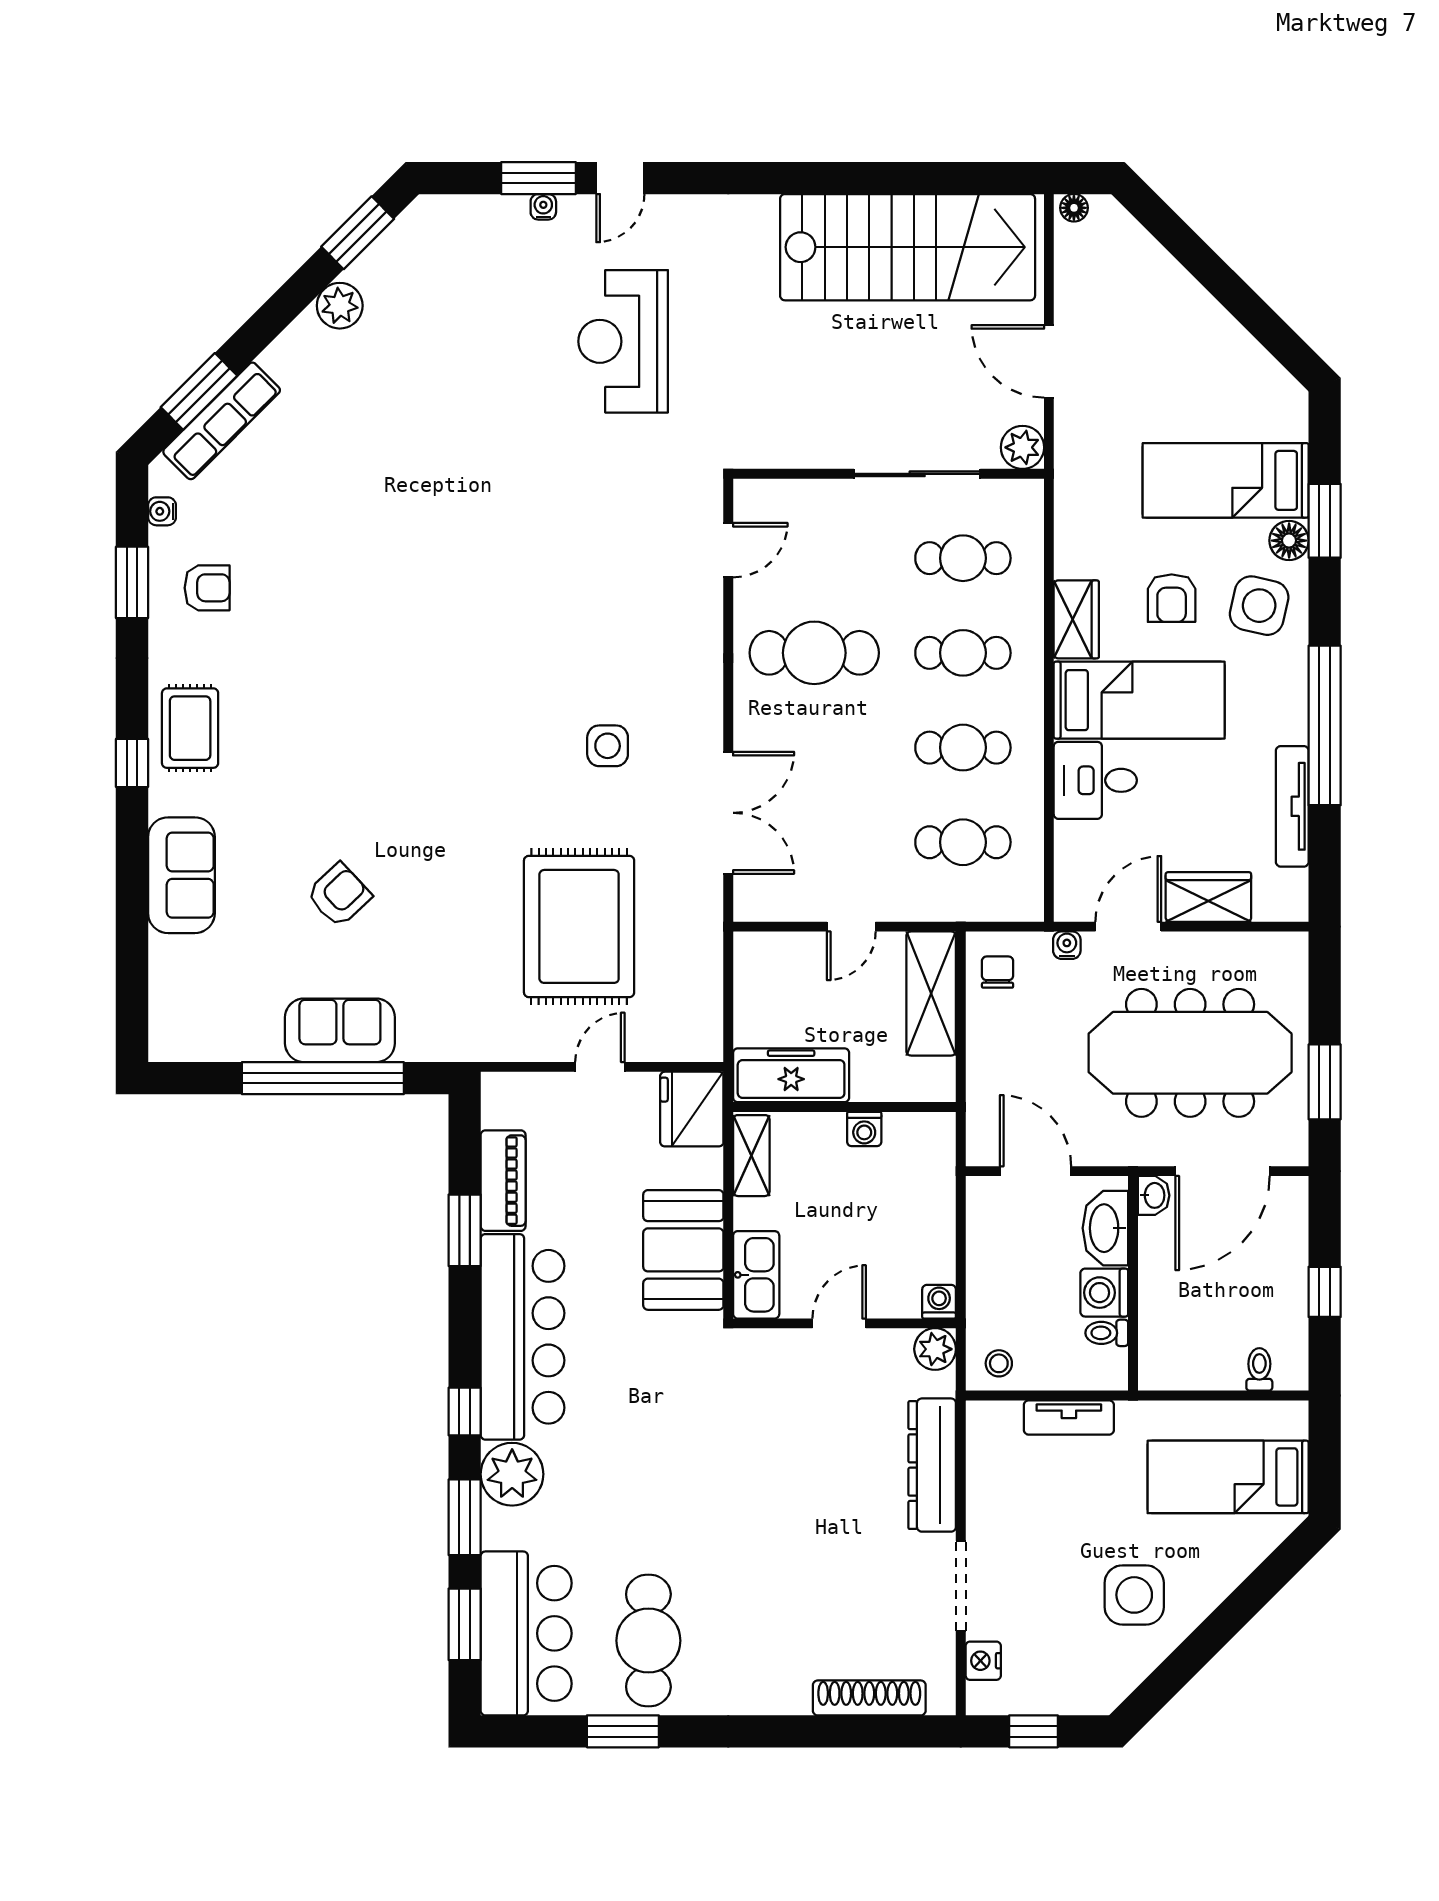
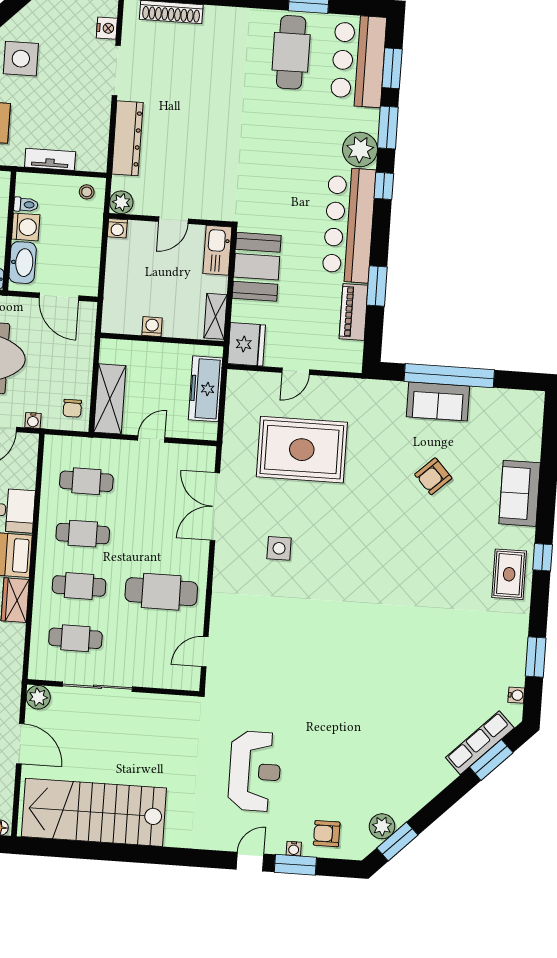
plant: (340, 306) -> (382, 826), moved
armchair: (207, 588) -> (327, 834), moved
rug: (579, 926) -> (302, 450), turned 90
freezer: (791, 1075) -> (206, 389), moved, turned 90

